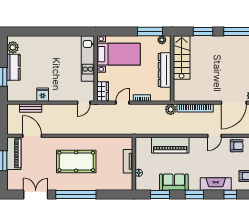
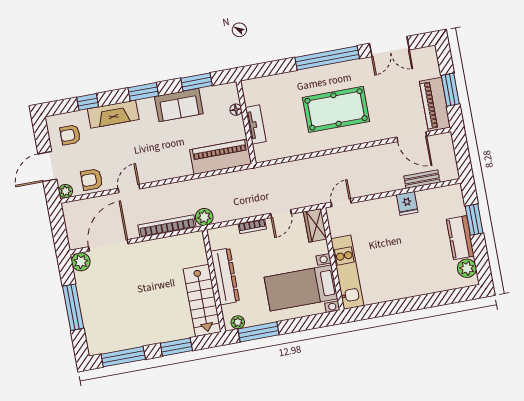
piano: (170, 145) -> (221, 157), moved

